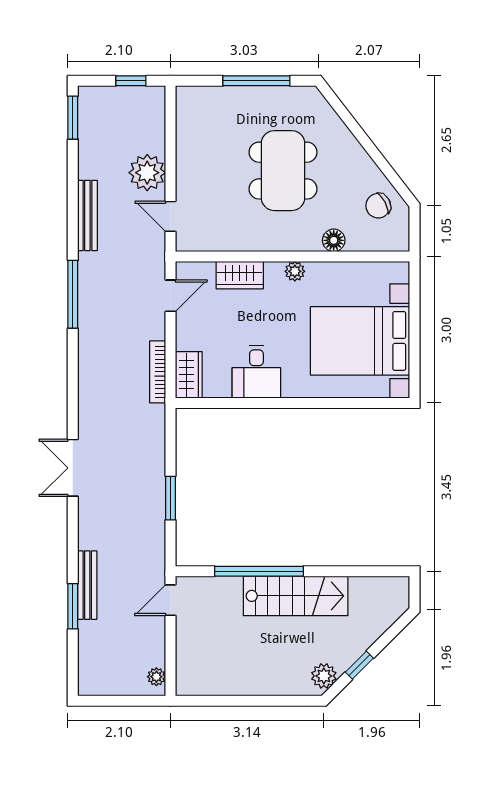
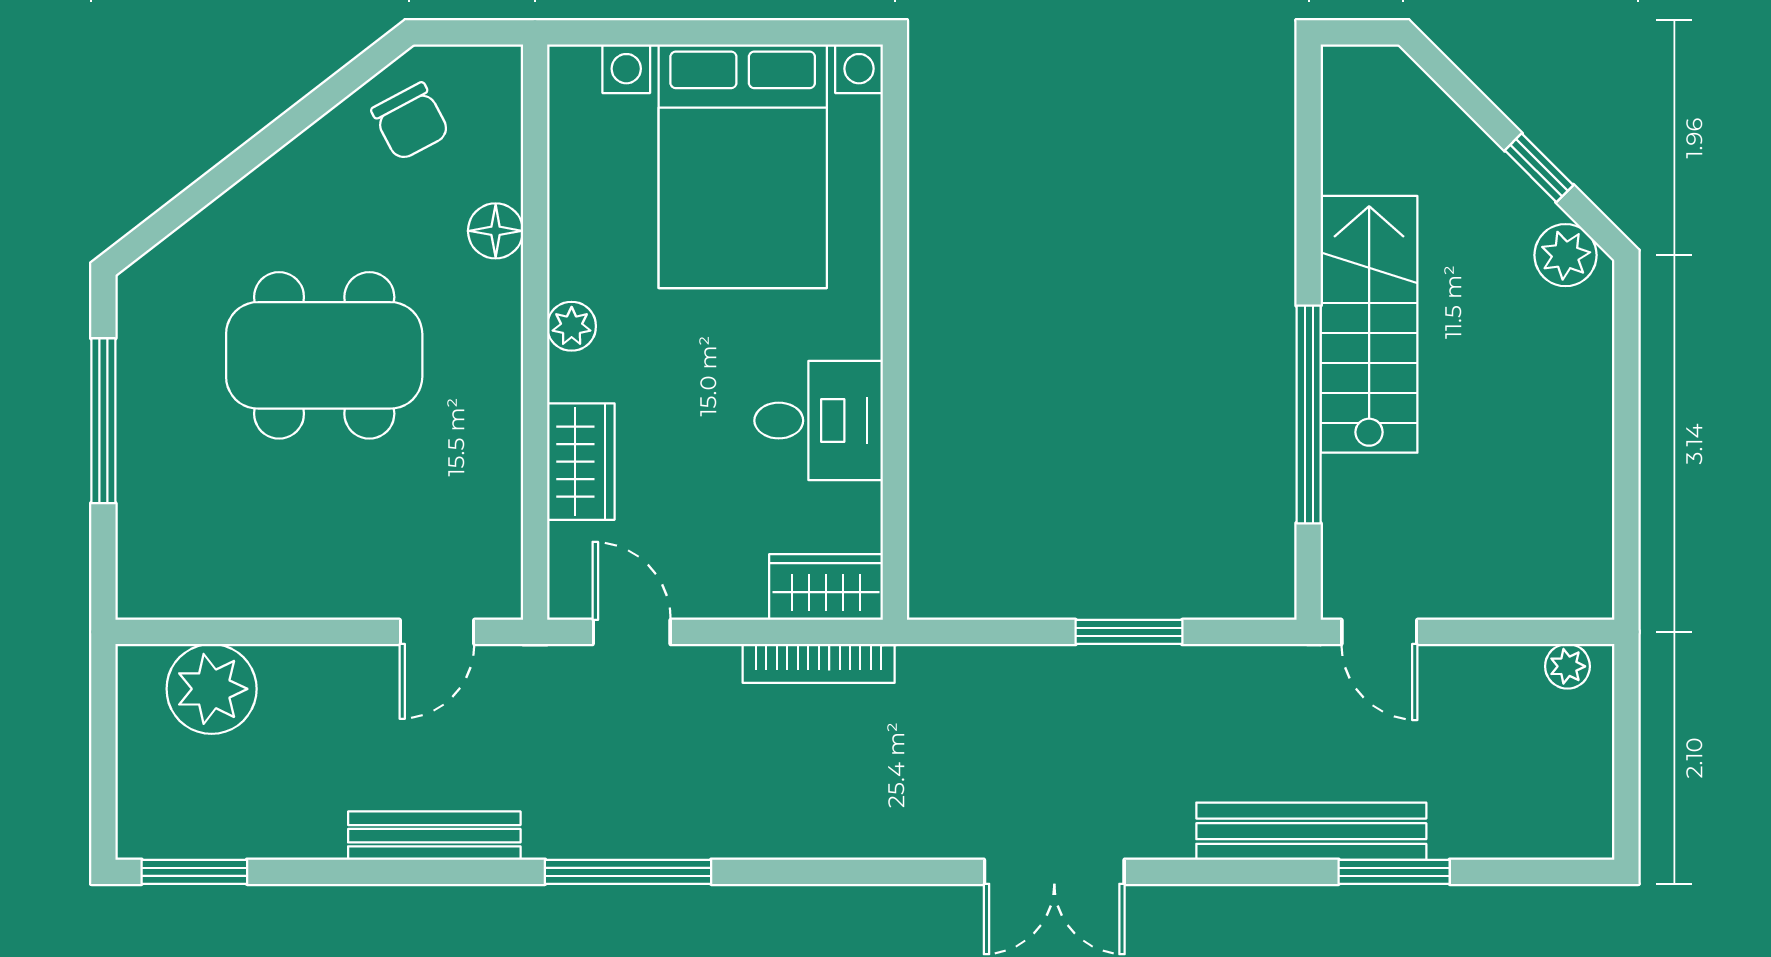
window: (131, 81) -> (103, 729), removed
plant: (147, 173) -> (212, 689), moved
bench: (87, 585) -> (1311, 831), width x1.37, depth x1.21

